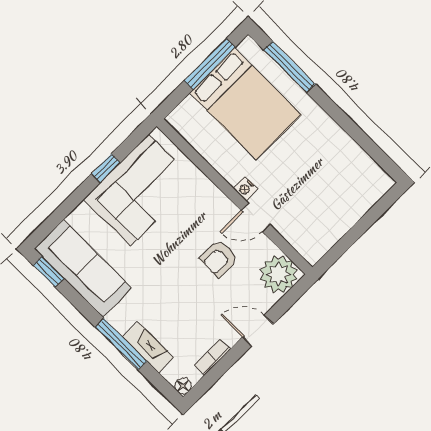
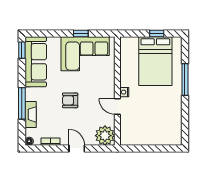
window: (210, 64) -> (157, 33), width x0.46
window: (290, 67) -> (185, 79), moved
armchair: (219, 259) -> (70, 100), moved

